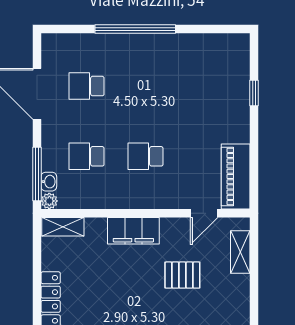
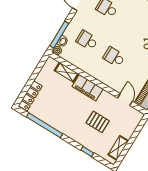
door: (204, 213) -> (125, 100), swing flipped
shelving: (63, 227) -> (66, 72), moved
shelving: (240, 252) -> (118, 148), moved

